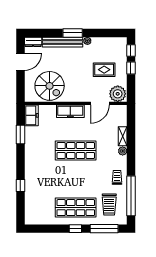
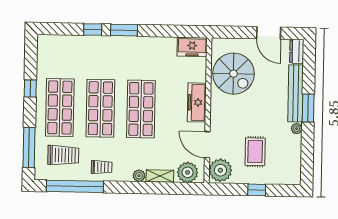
window: (131, 51) -> (282, 190), removed
spiral stairs: (50, 86) -> (233, 74), turned -90
plant: (120, 117) -> (188, 172), added
window: (20, 134) -> (124, 30), moved
shop shelf: (76, 179) -> (100, 108), added
trolley: (109, 205) -> (63, 155), turned 180
window: (75, 229) -> (30, 88), moved

